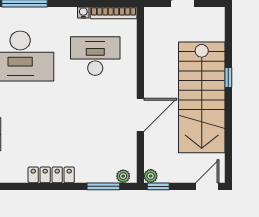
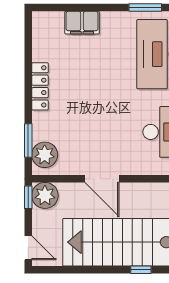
plant: (123, 176) -> (45, 155), width x1.88, depth x1.88
plant: (151, 176) -> (45, 195), width x1.88, depth x1.88

